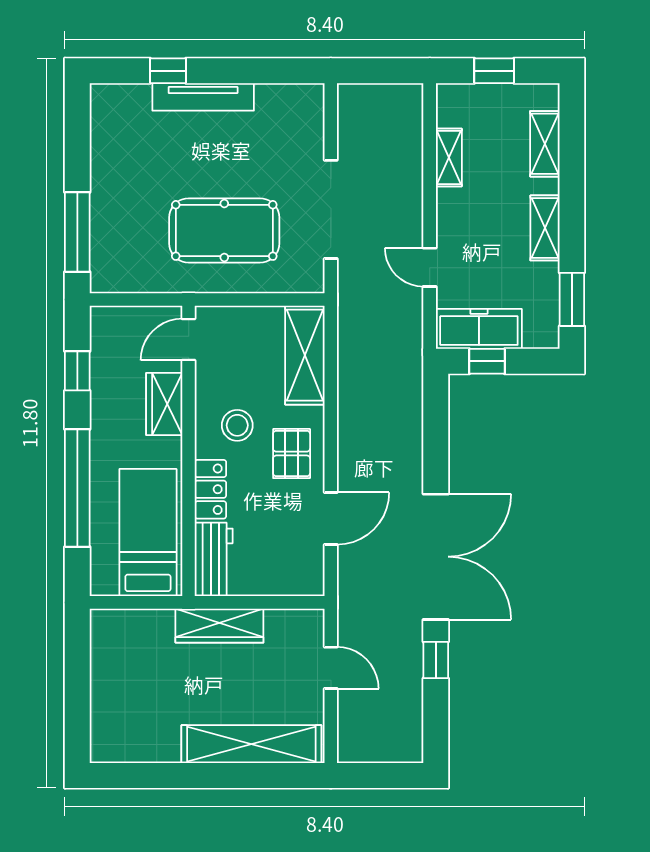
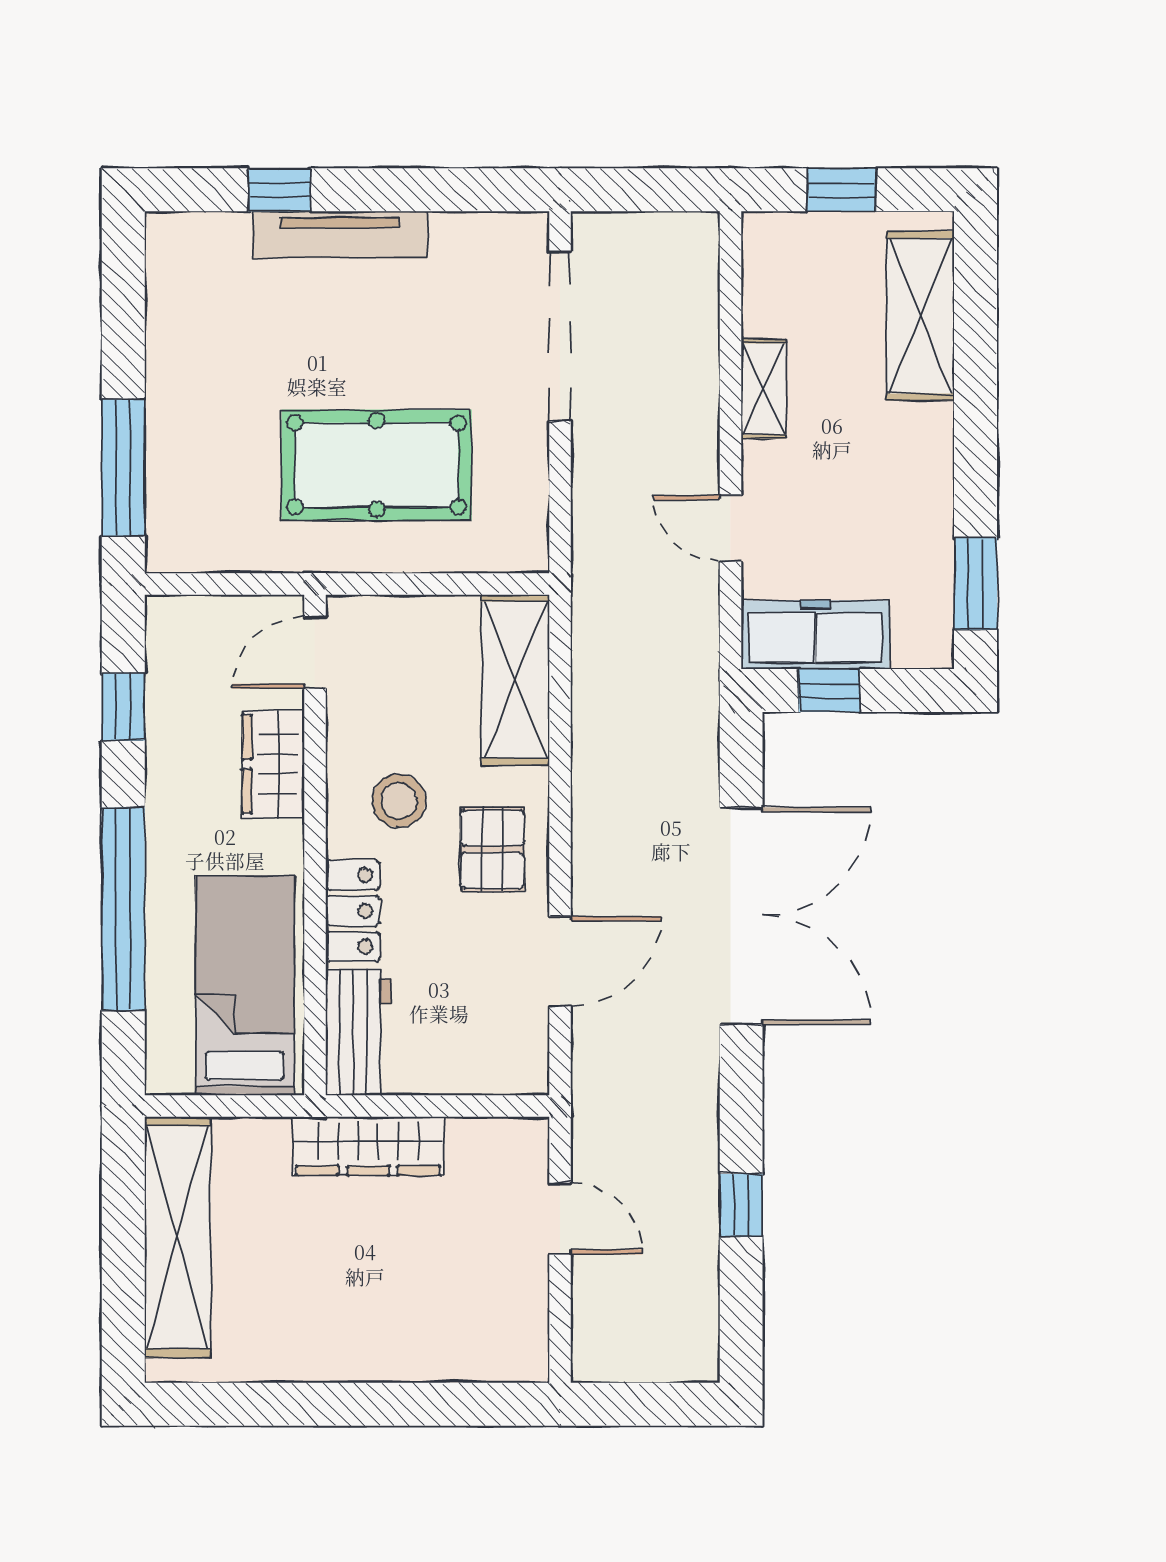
shelving: (545, 144) -> (920, 316), width x1.50, depth x1.33
shelving: (449, 158) -> (763, 389), moved
doorway: (331, 209) -> (560, 336), moved
shelving: (545, 228) -> (929, 461), removed
double door: (436, 557) -> (741, 916), moved
shelving: (251, 744) -> (177, 1237), moved, turned 90

